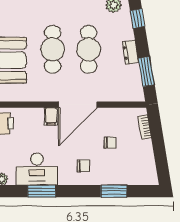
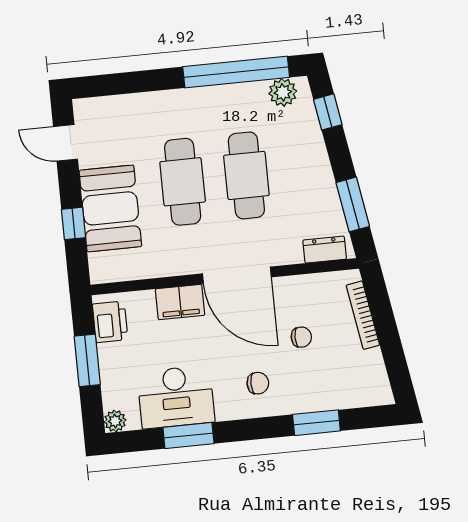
dresser: (130, 52) -> (325, 250), moved, turned 99
door: (78, 105) -> (237, 275), hinge flipped
filing cabinet: (51, 116) -> (180, 302), width x2.00
bookcase: (145, 127) -> (363, 315), width x1.56

